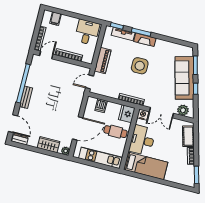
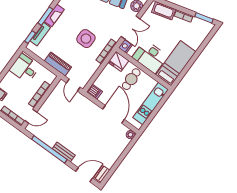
door: (46, 55) -> (31, 116), swing flipped
side table: (140, 66) -> (86, 39), moved
dishwasher: (101, 106) -> (94, 92), moved
wardrobe: (49, 145) -> (118, 149), removed

